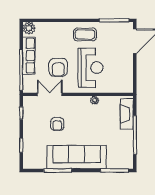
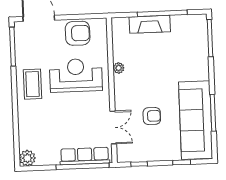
row of seats: (29, 56) -> (85, 156), moved
armchair: (58, 67) -> (78, 33), moved
double door: (50, 94) -> (113, 127), swing flipped
fireplace: (127, 114) -> (150, 24), moved
sofa: (77, 157) -> (196, 120), moved

